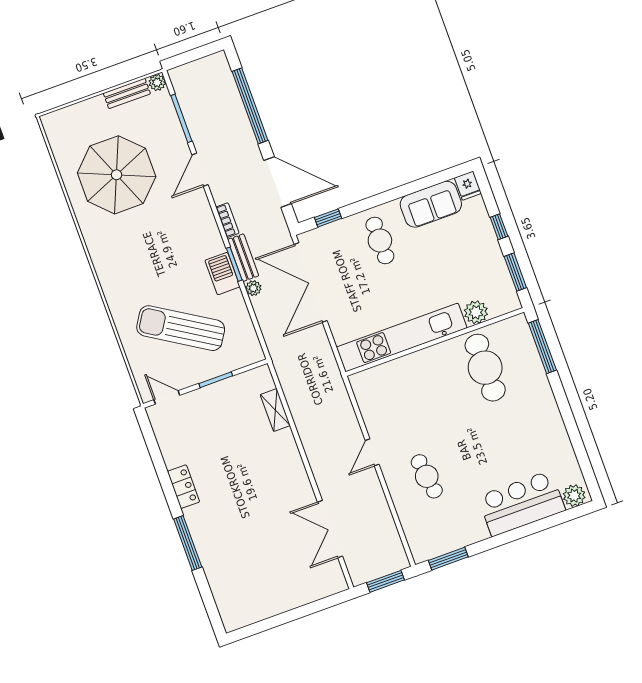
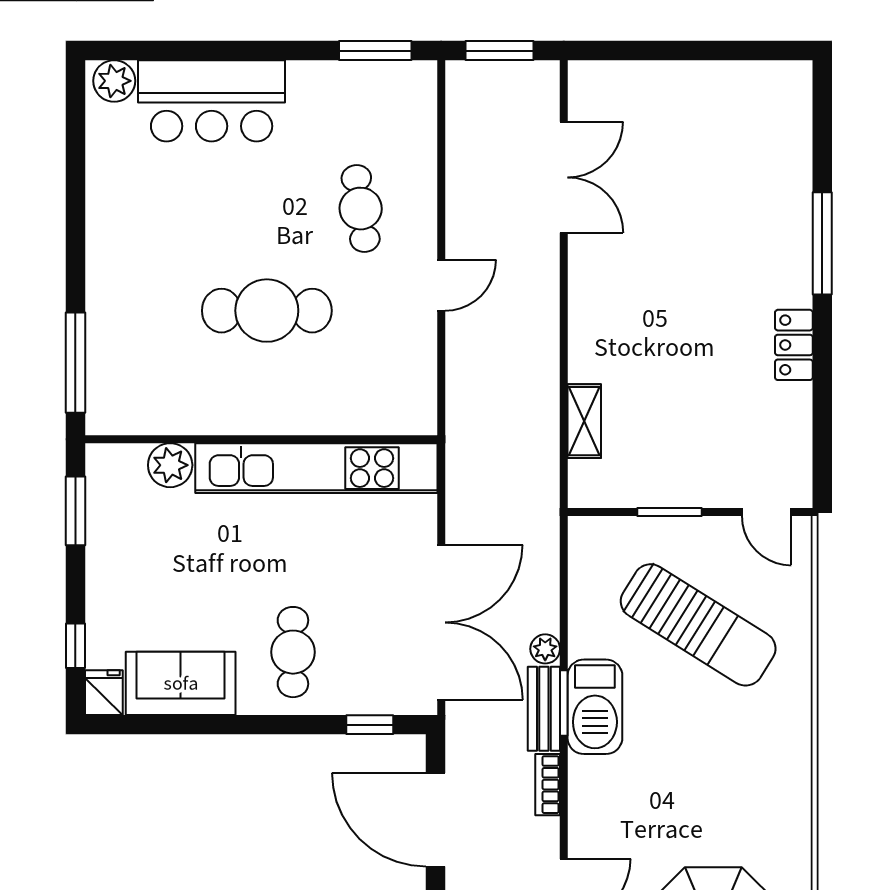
window: (499, 227) -> (75, 646), moved
barbecue: (222, 274) -> (595, 707), width x1.37, depth x1.21
cafe table: (485, 368) -> (267, 311), moved, turned 90

